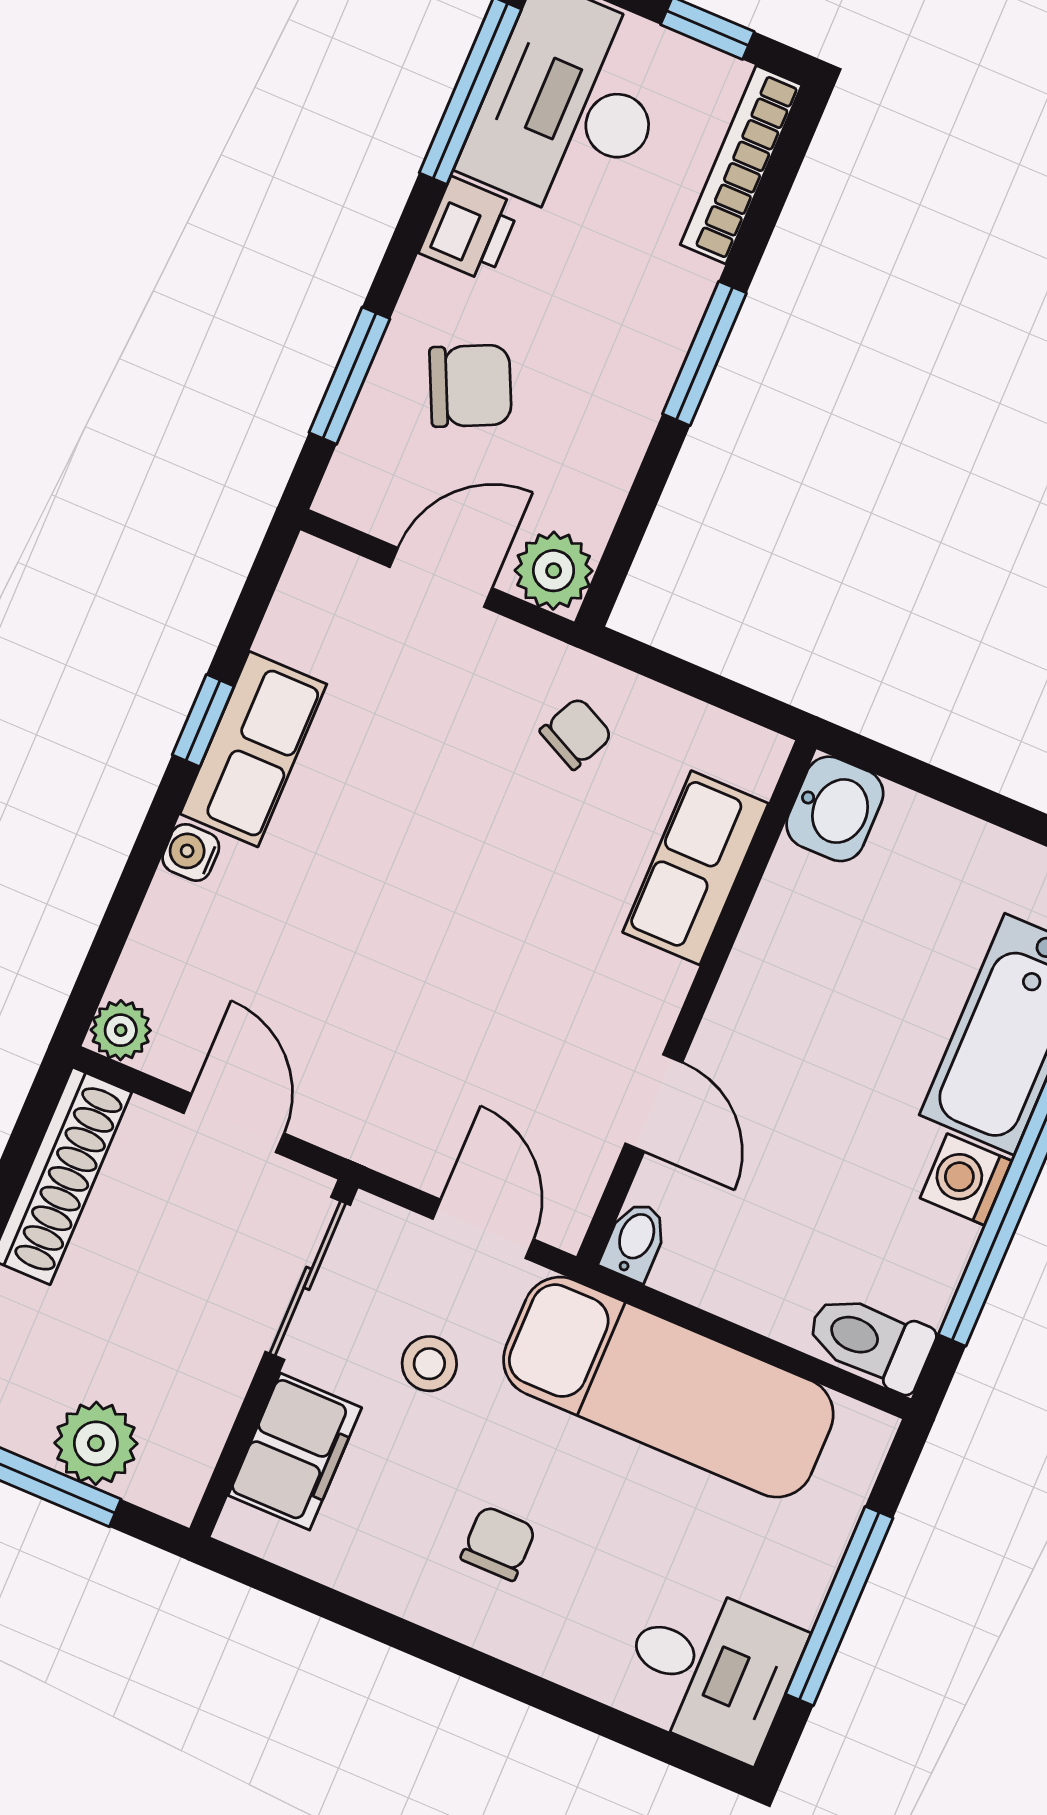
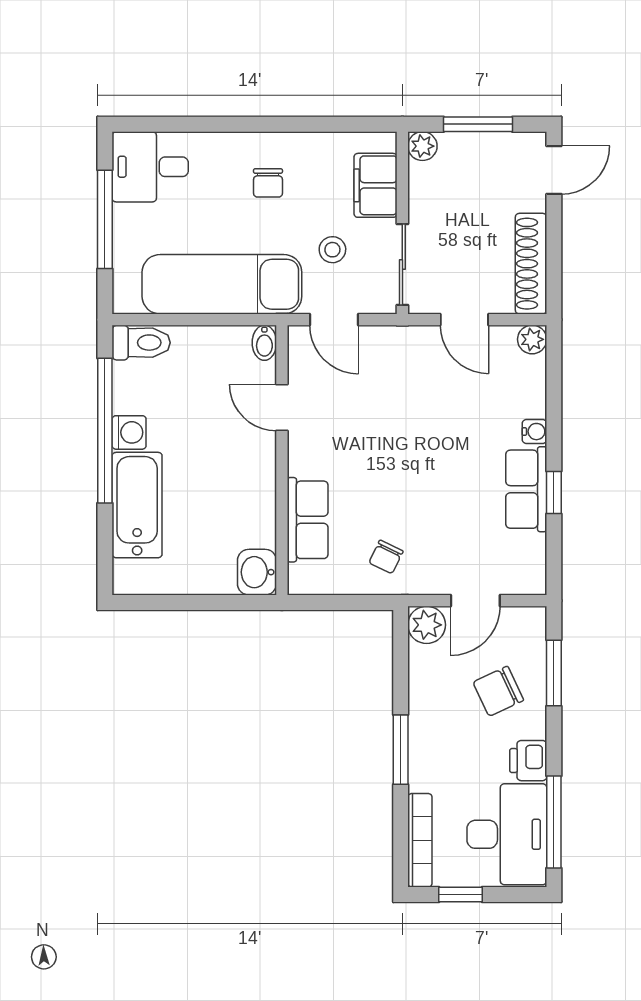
plant: (96, 1443) -> (422, 146), moved, width x0.73, depth x0.73

